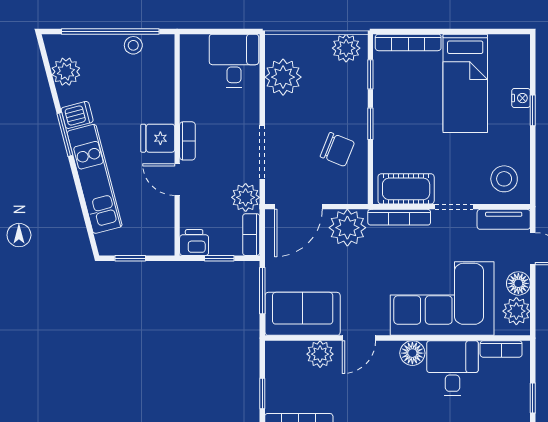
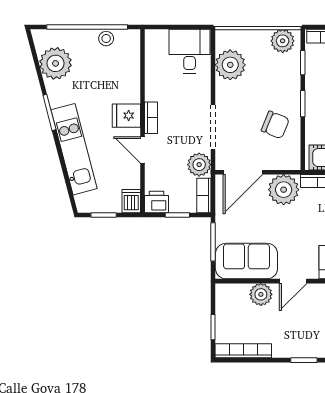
plant: (66, 72) -> (56, 63), width x1.36, depth x1.36
dishwasher: (77, 115) -> (131, 201), moved, turned -75

